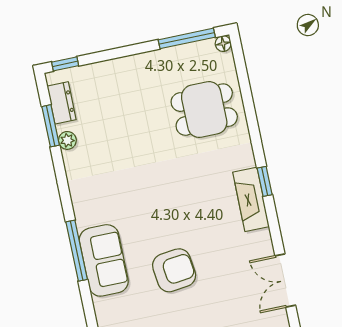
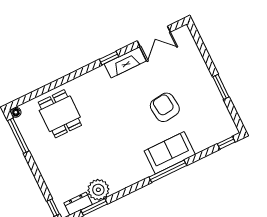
plant: (67, 140) -> (98, 190), width x1.87, depth x1.87
window: (265, 181) -> (109, 58), moved
fireplace: (251, 199) -> (125, 62), moved

